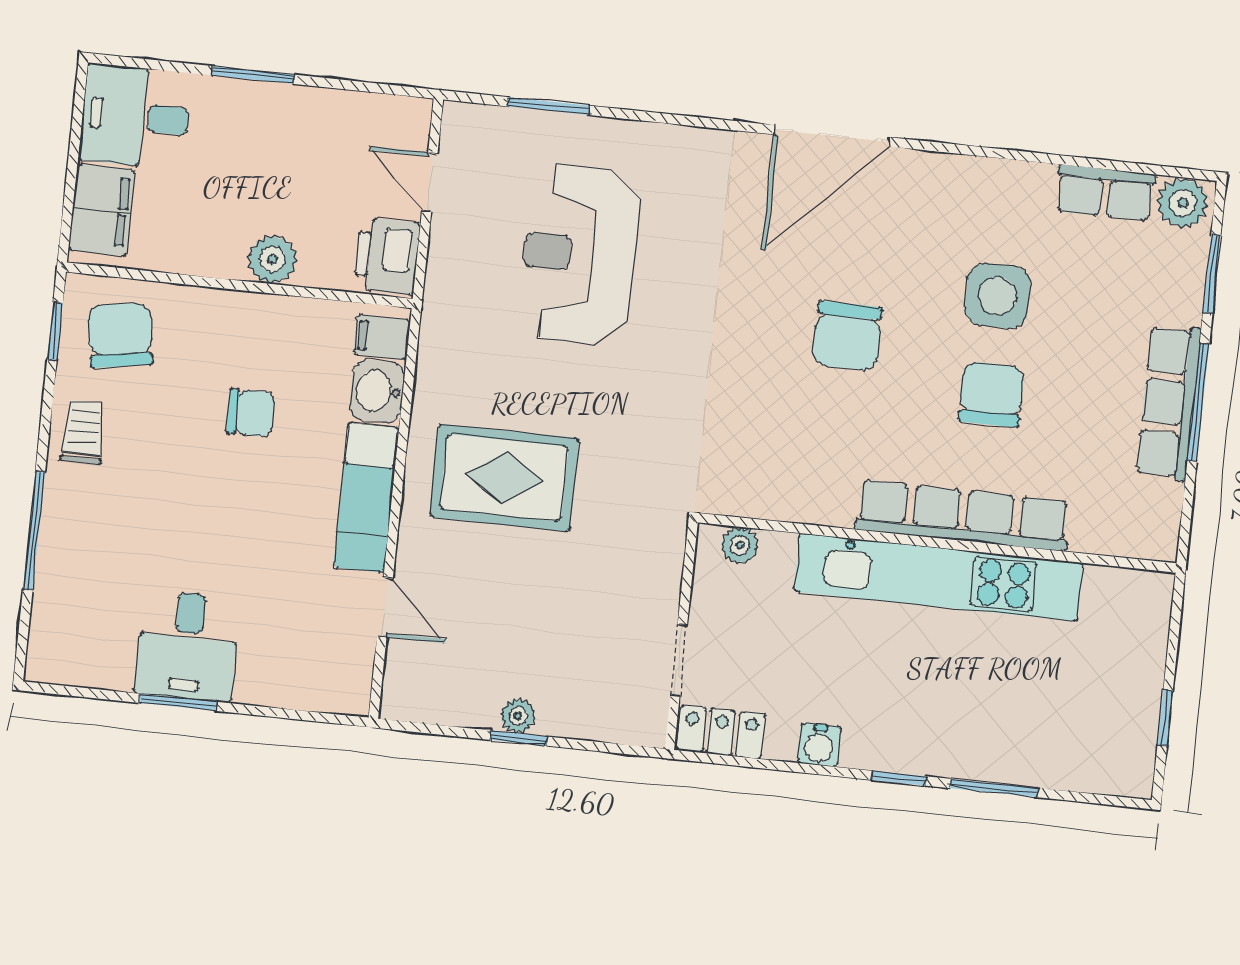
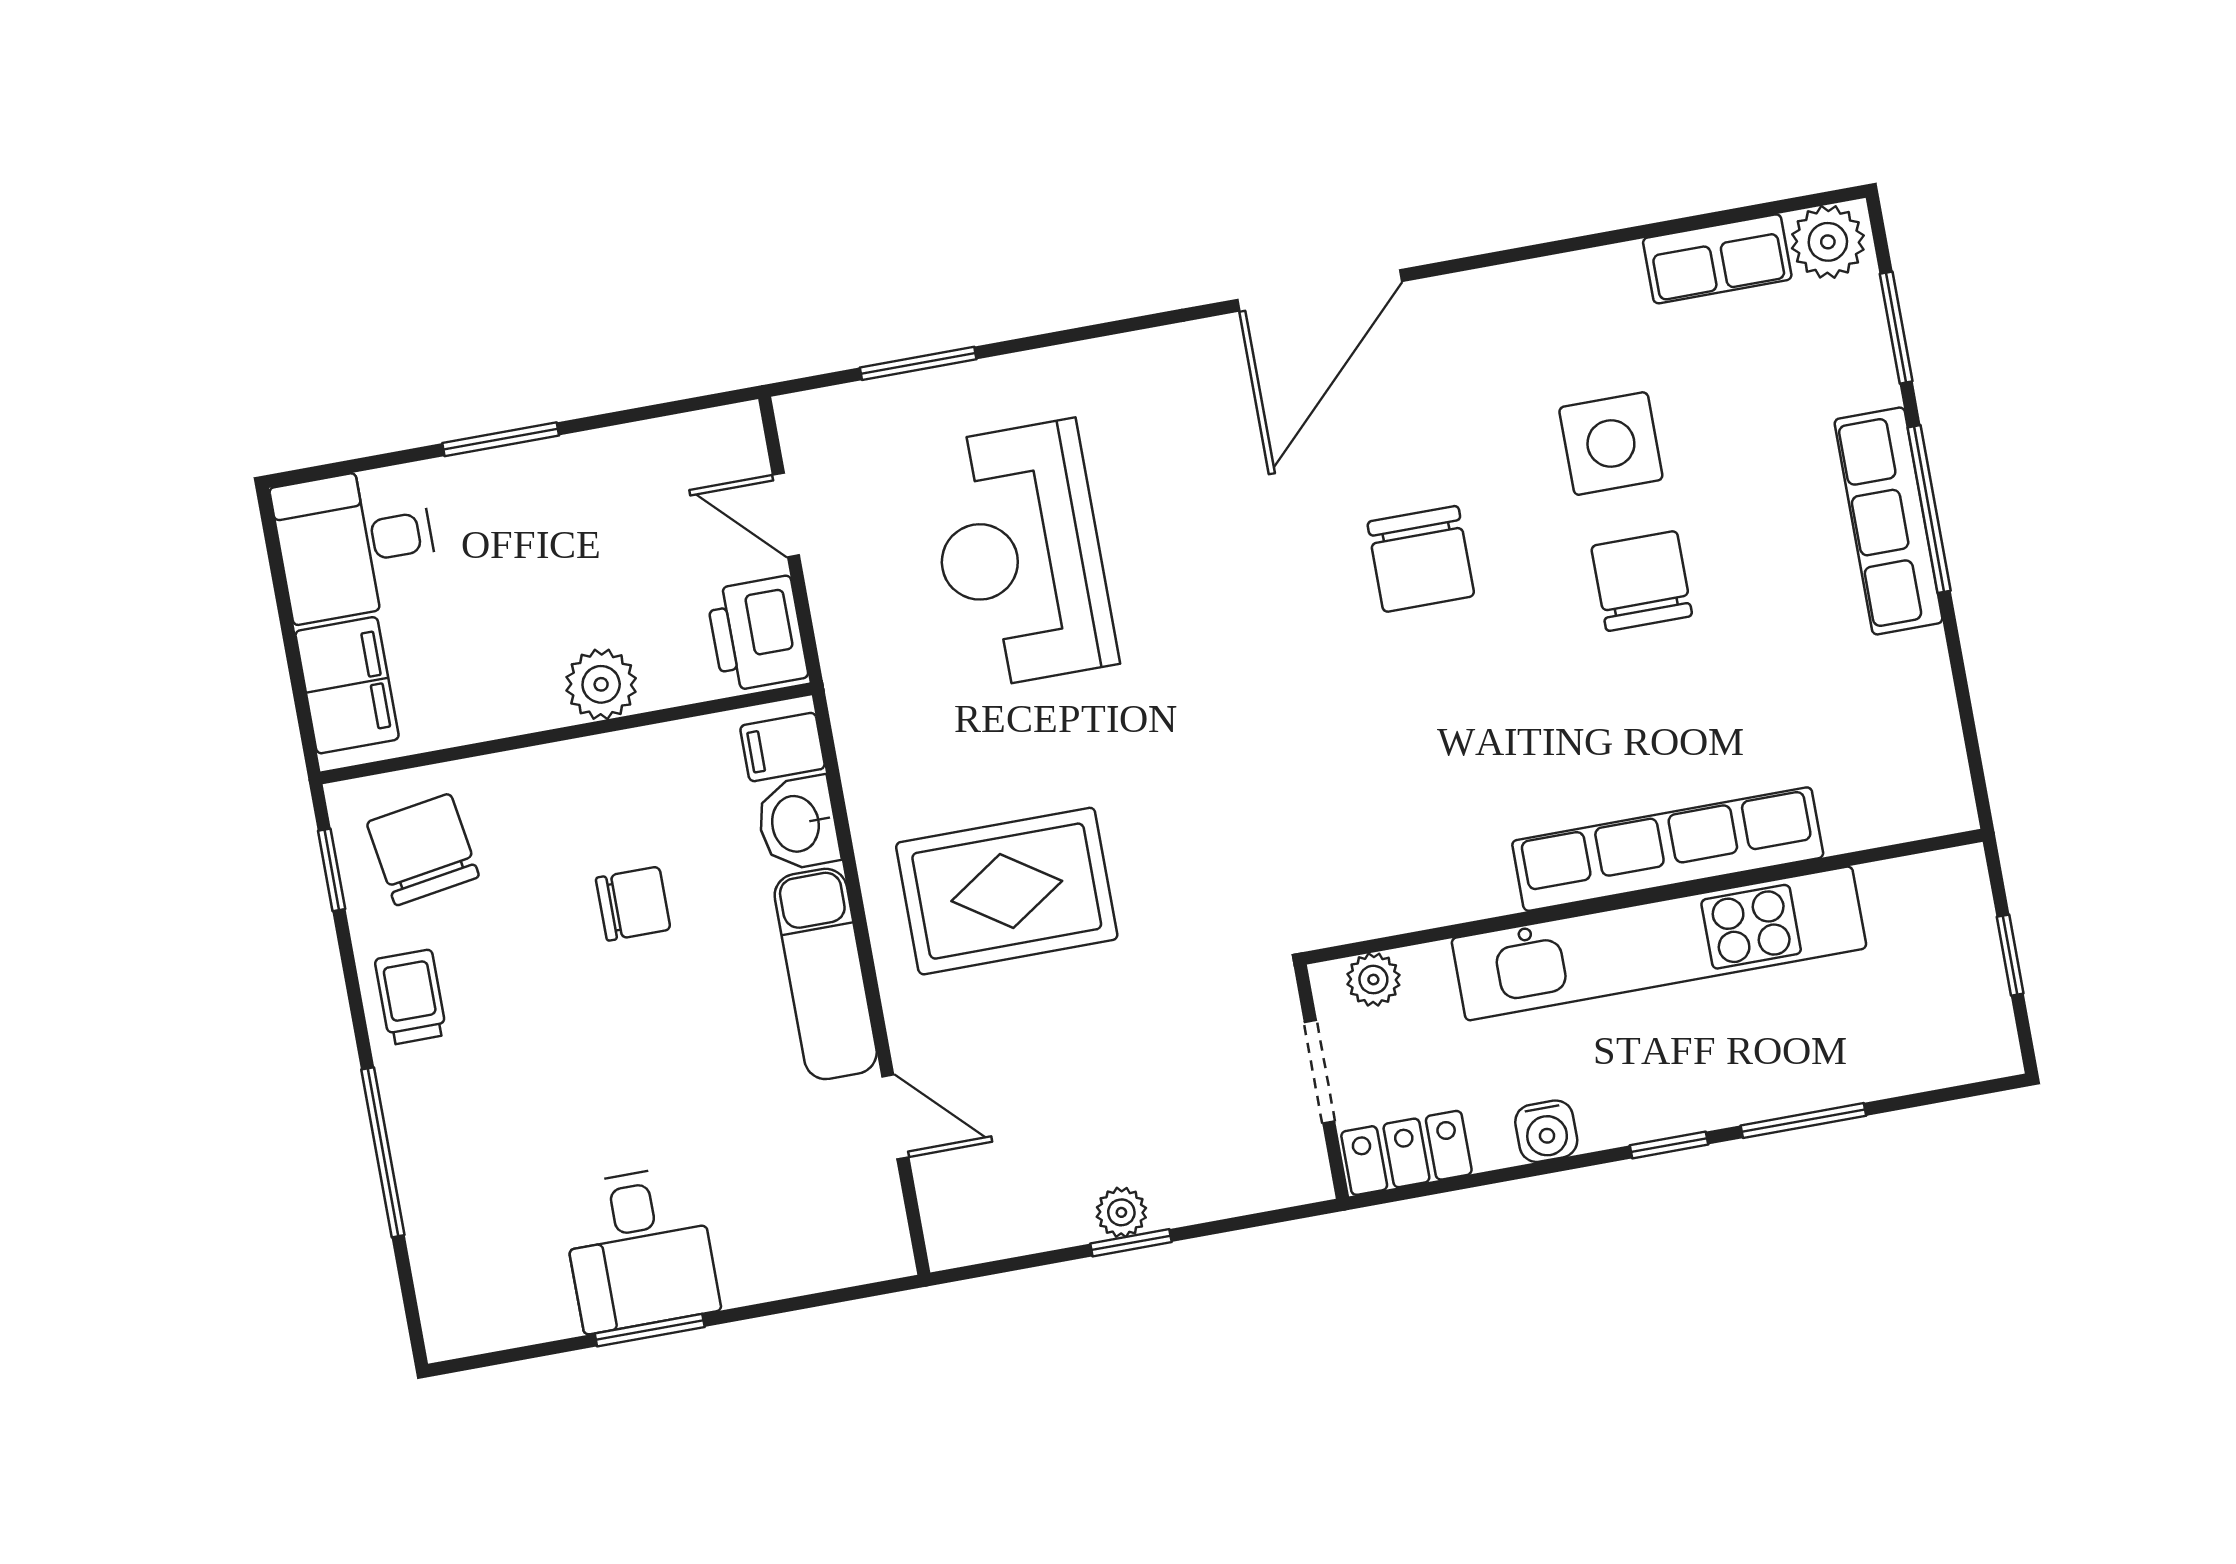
row of seats: (963, 516) -> (1668, 849), moved
wall: (937, 543) -> (1644, 897), moved
plant: (740, 545) -> (1373, 980), moved
kitchen unit: (938, 577) -> (1659, 943), moved

